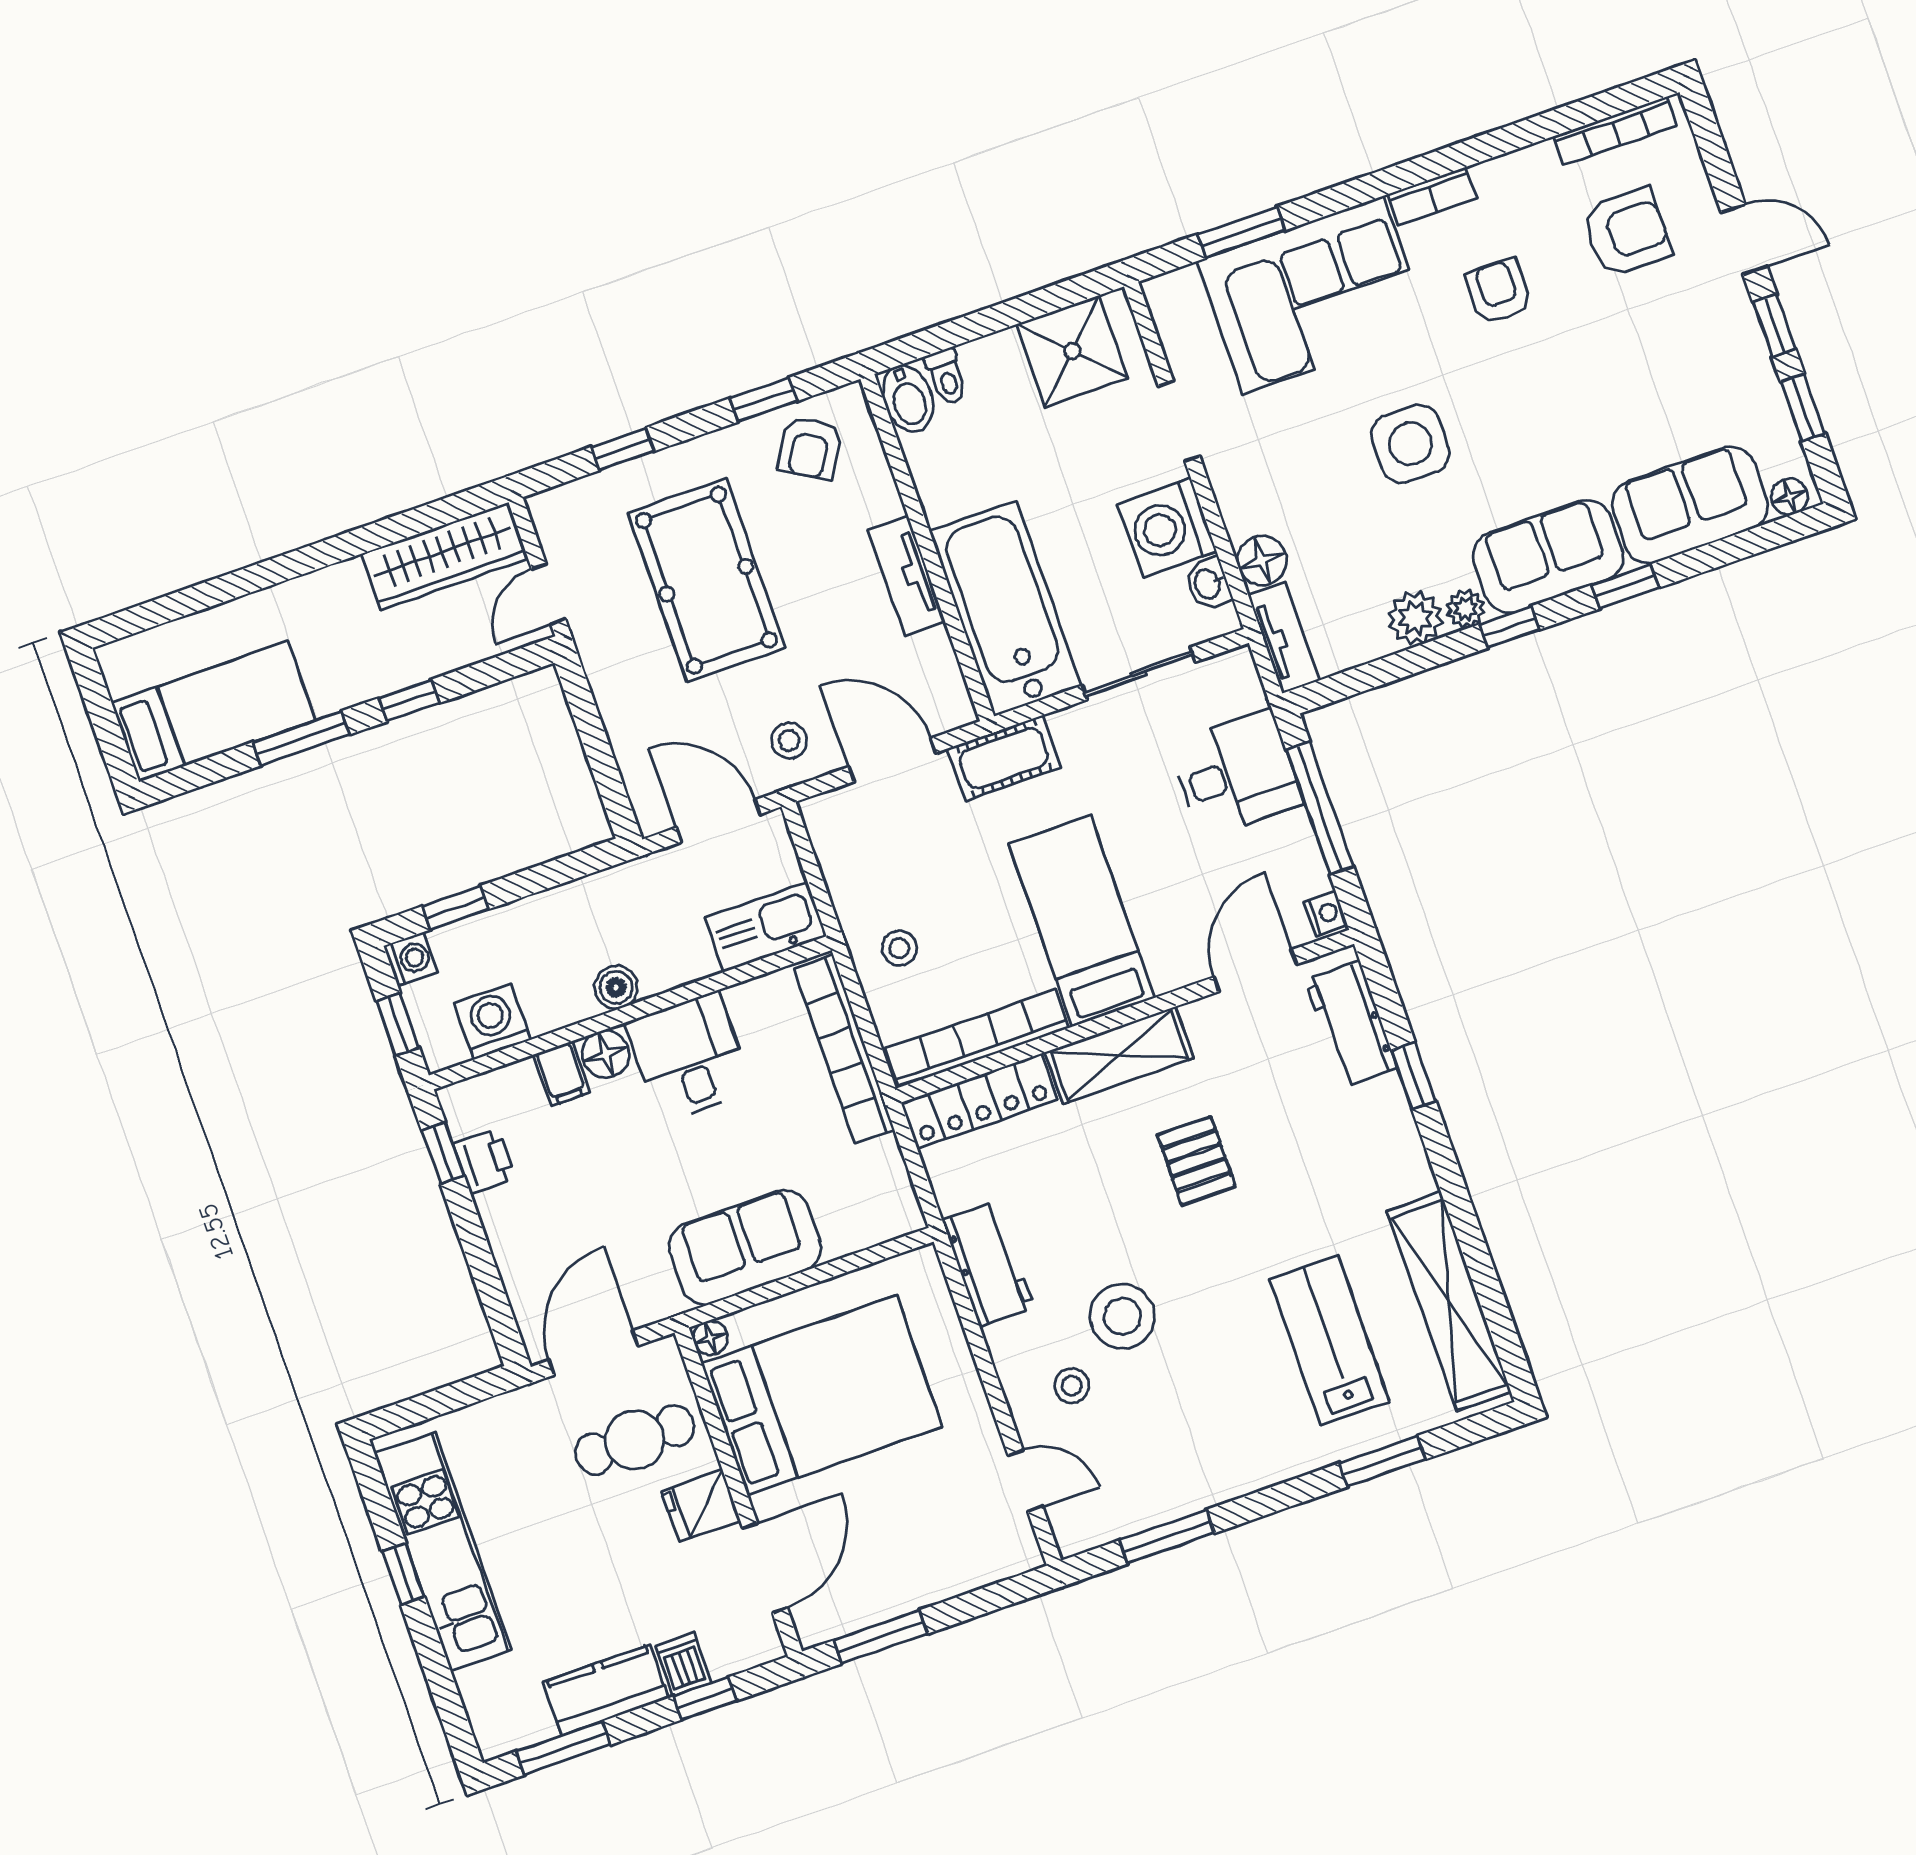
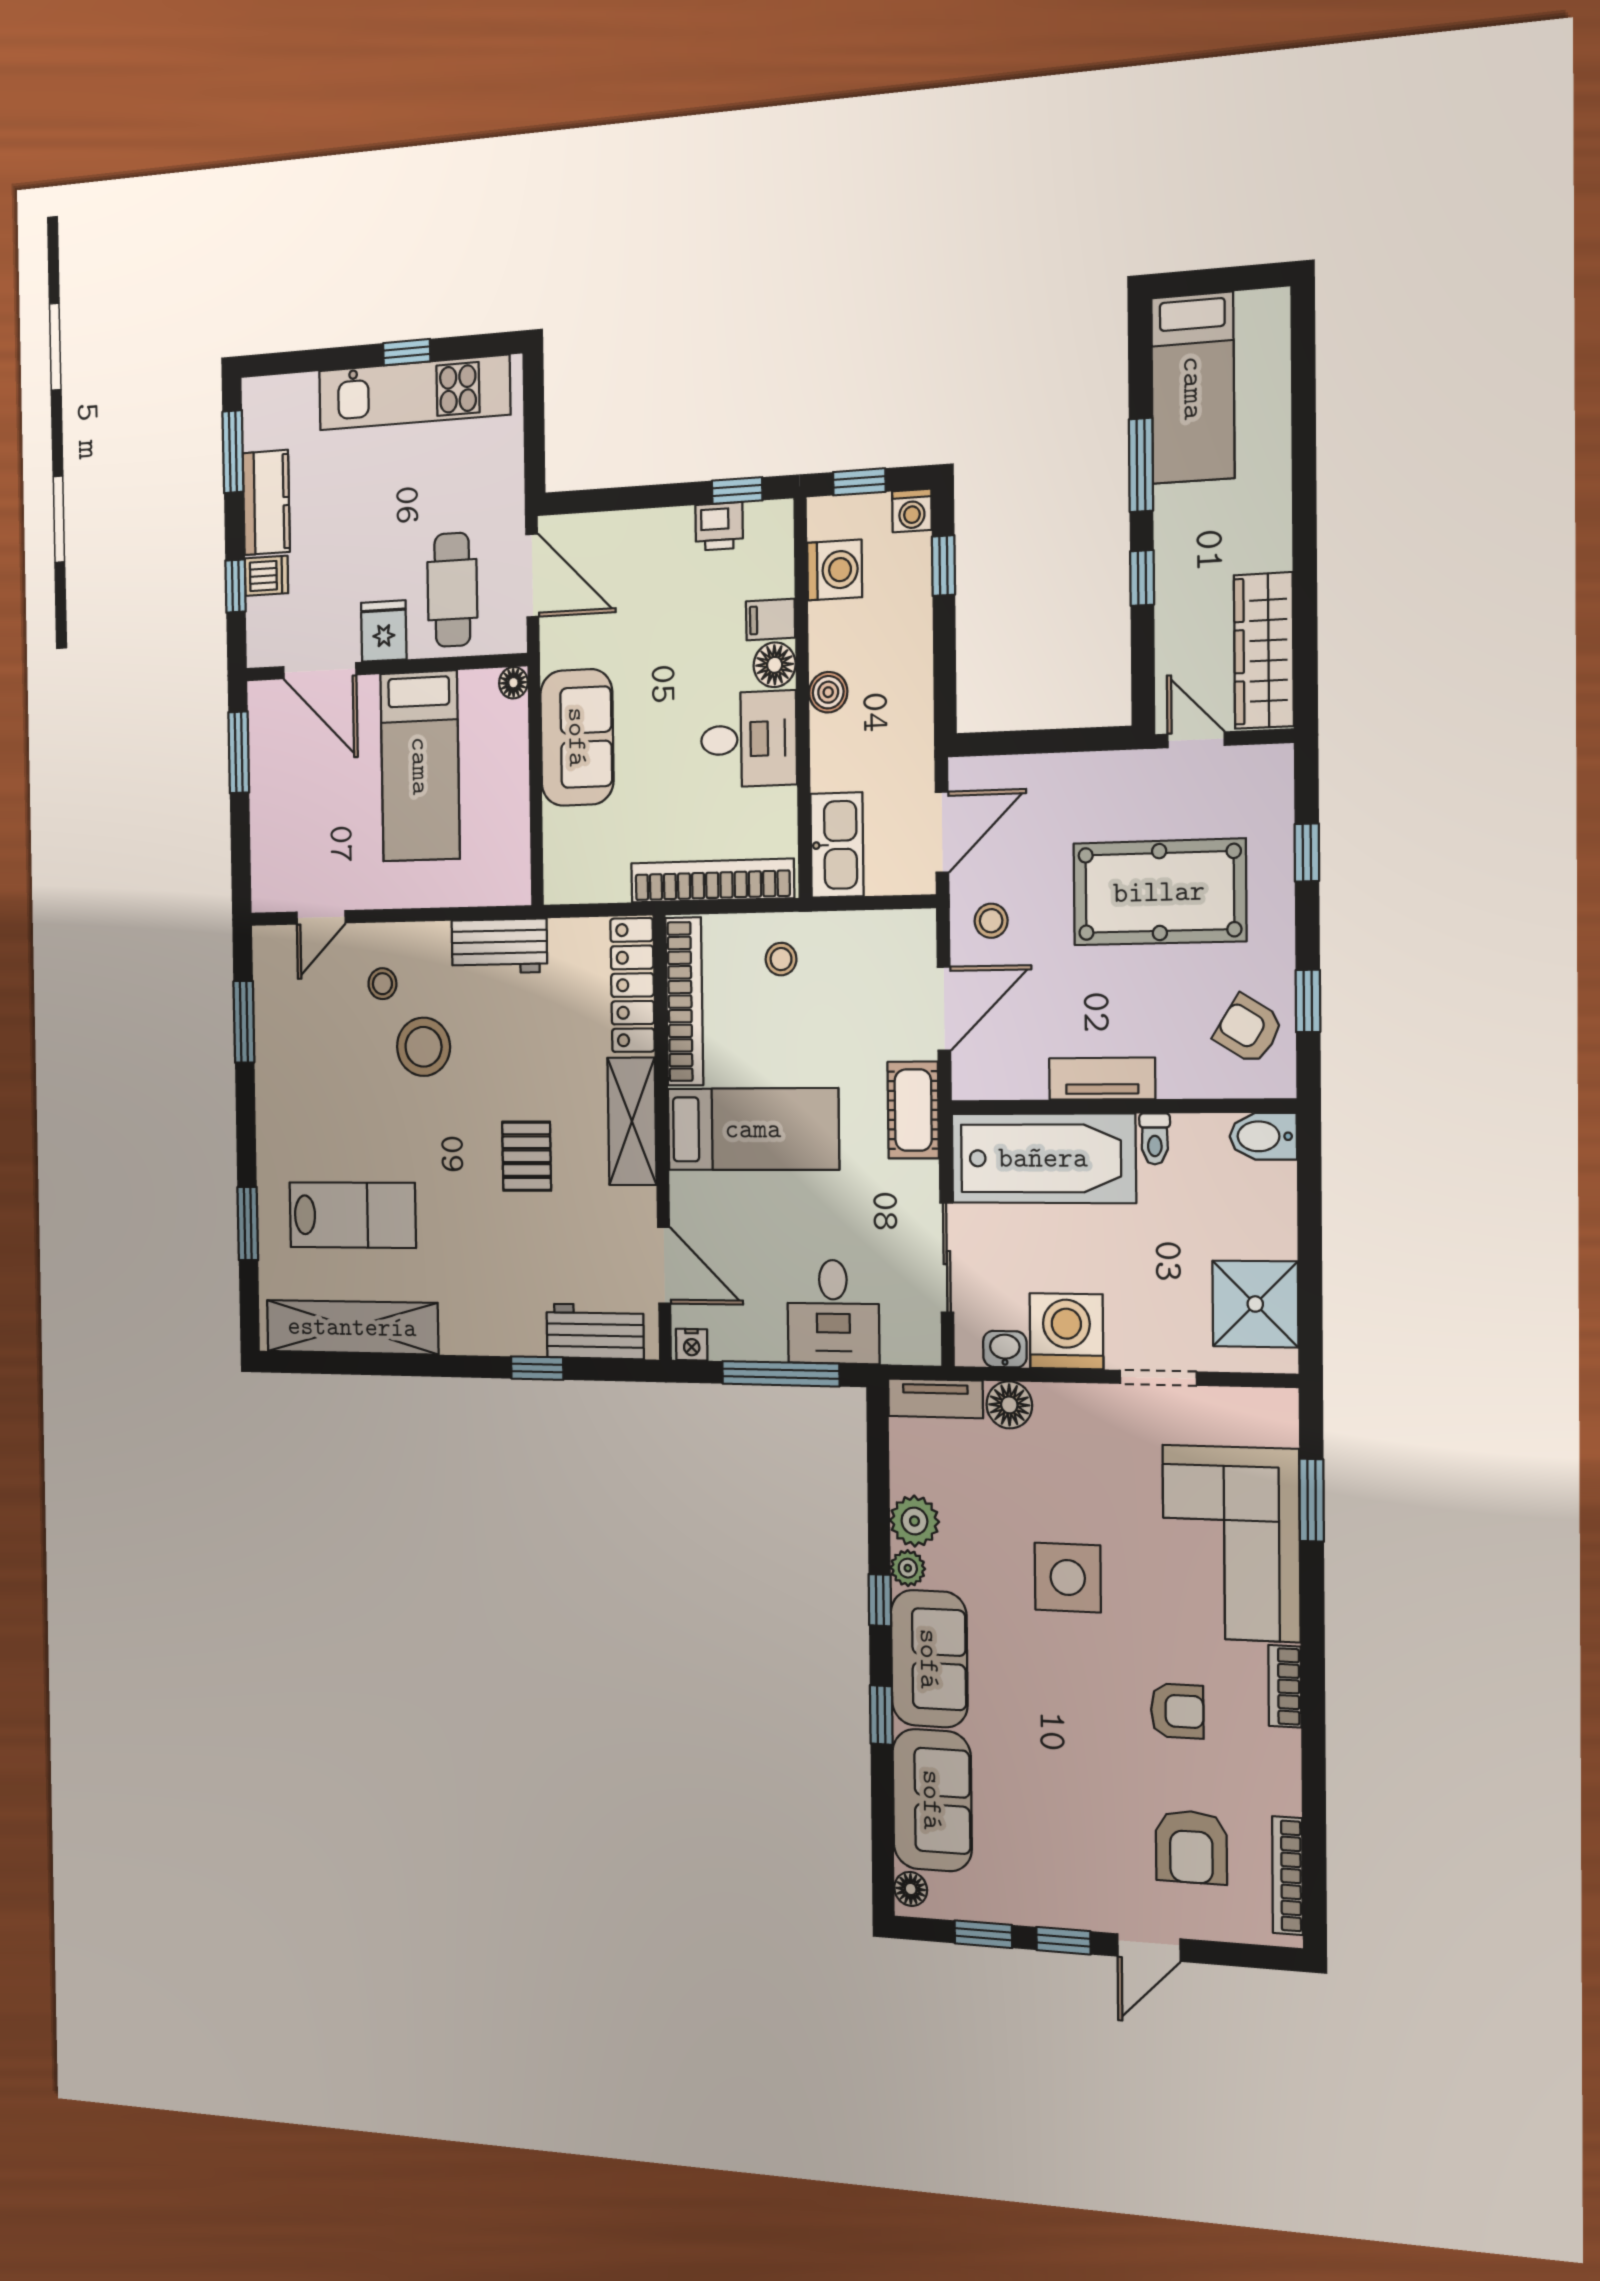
toilet: (946, 376) -> (1155, 1139), moved, turned -90
pallet: (1196, 1161) -> (527, 1156), turned 90
bed: (822, 1395) -> (420, 766), width x0.67

